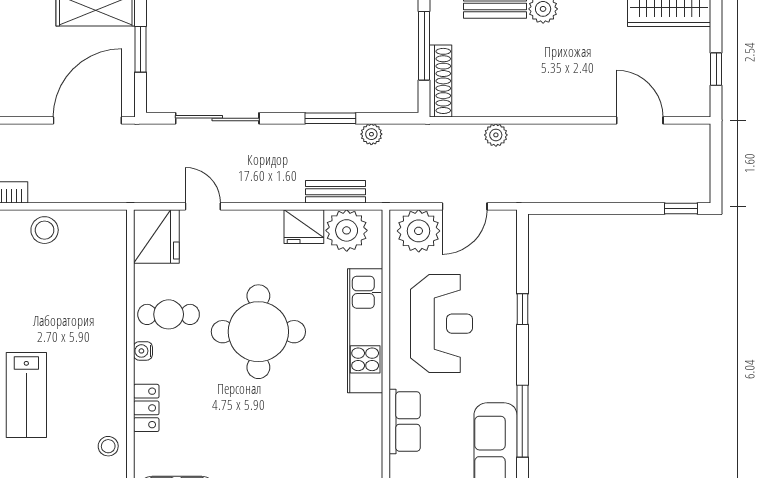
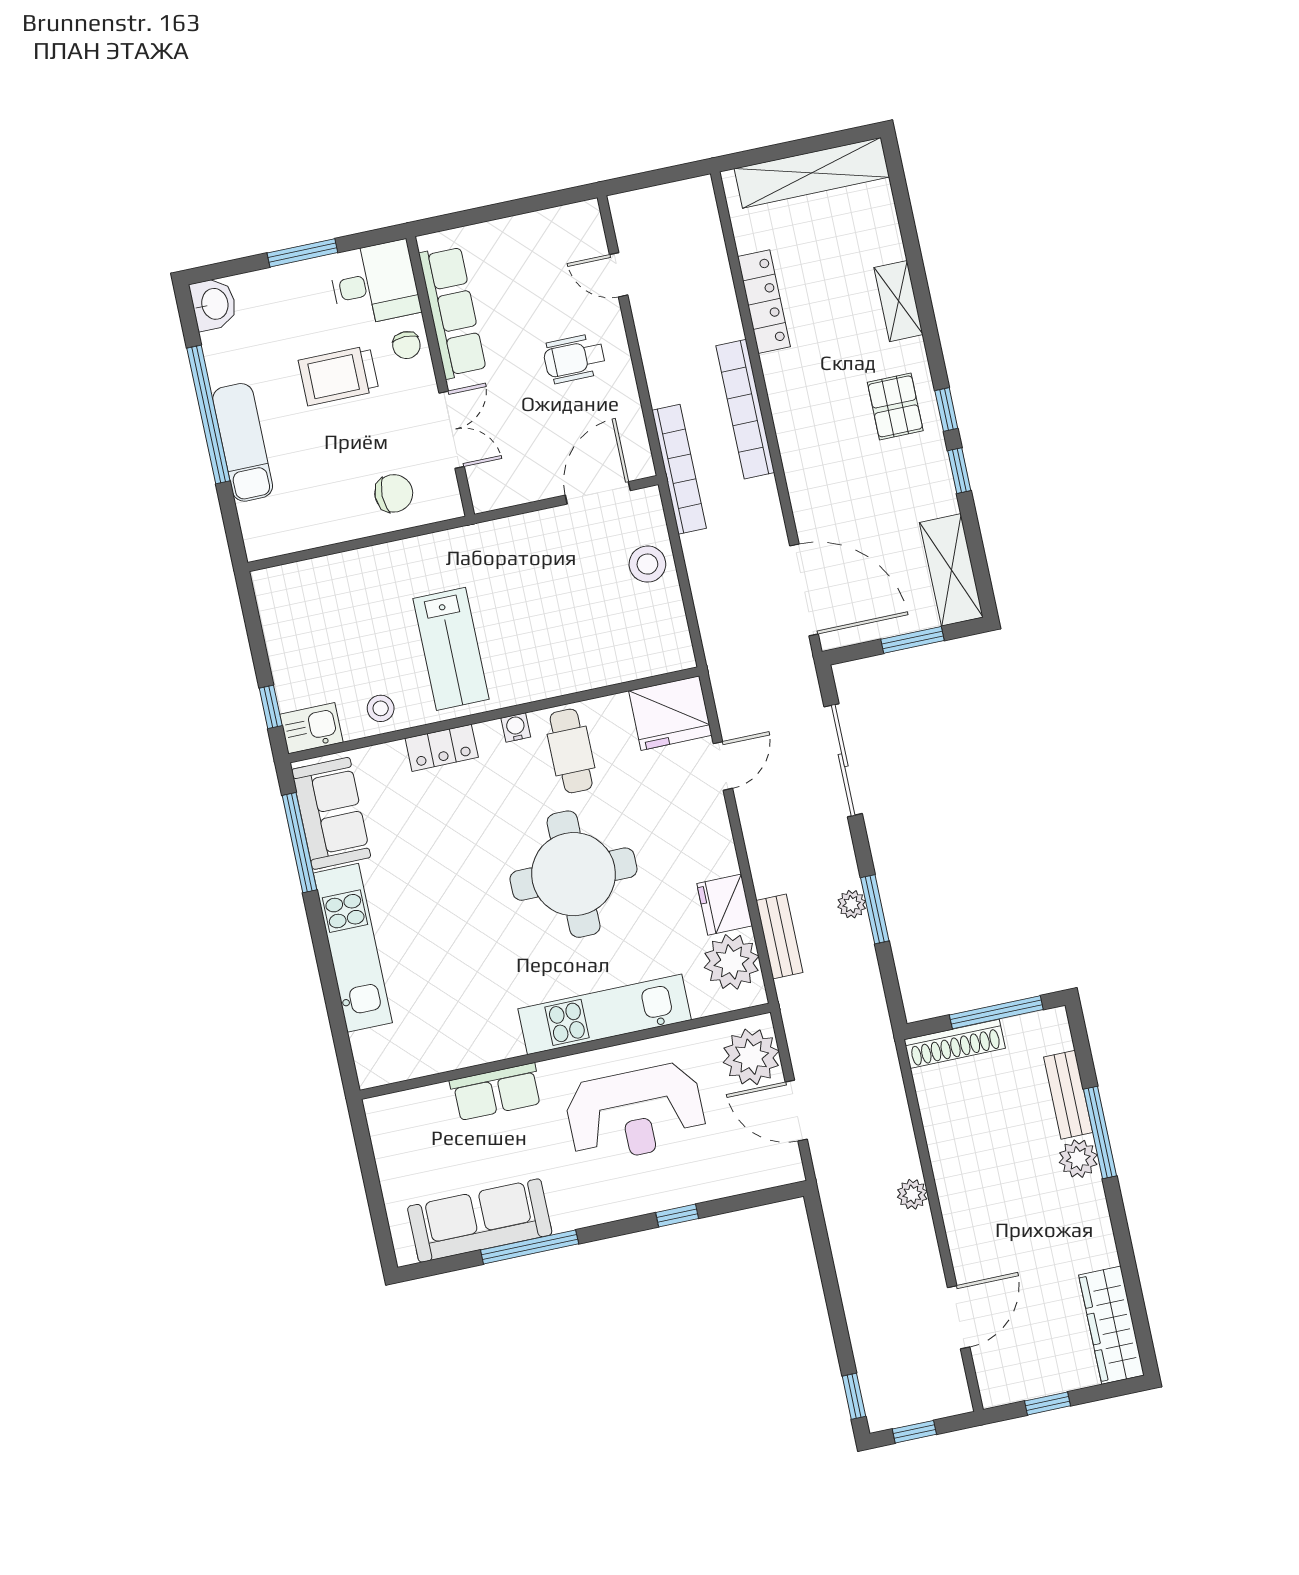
plant: (371, 134) -> (852, 904), moved
plant: (496, 135) -> (912, 1194), moved
window: (716, 170) -> (914, 1432), added
lab bench: (26, 395) -> (451, 649), moved, turned -90

